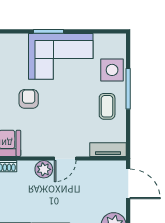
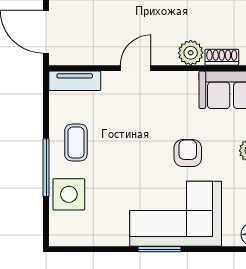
corner sofa: (61, 56) -> (176, 214), moved
armchair: (29, 99) -> (188, 153), turned 180
plant: (44, 169) -> (191, 53), moved

